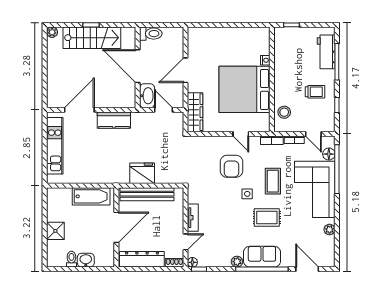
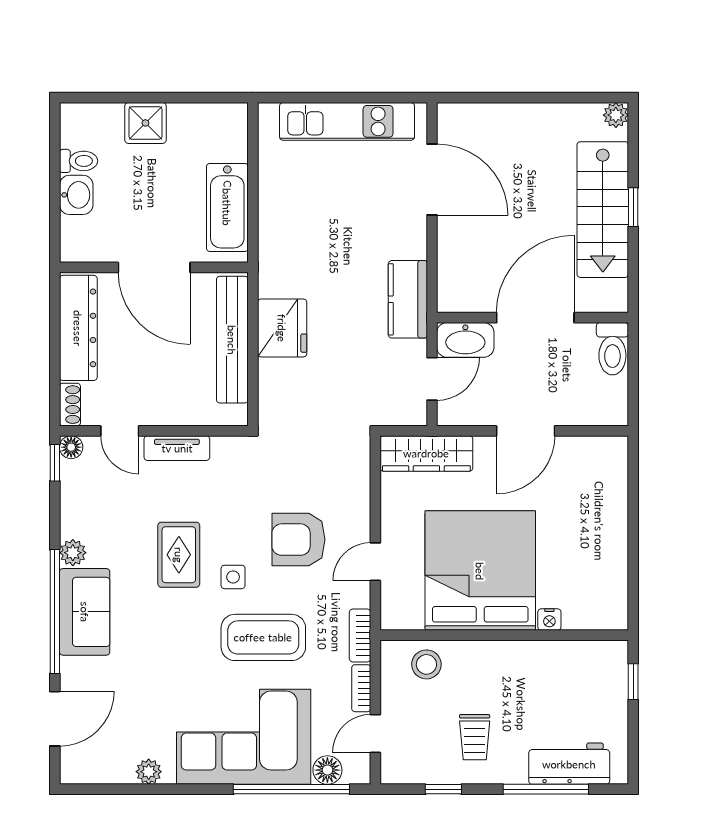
door: (186, 70) -> (526, 431), swing flipped
kitchen counter: (114, 120) -> (408, 299), moved
coffee table: (273, 181) -> (263, 637), width x1.36, depth x1.32
rug: (267, 218) -> (179, 555), moved

